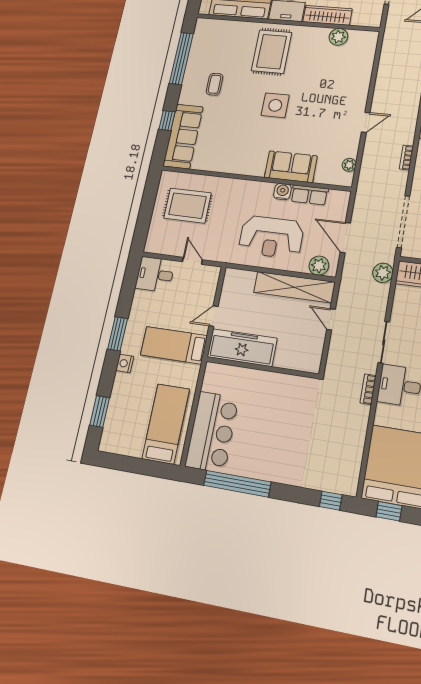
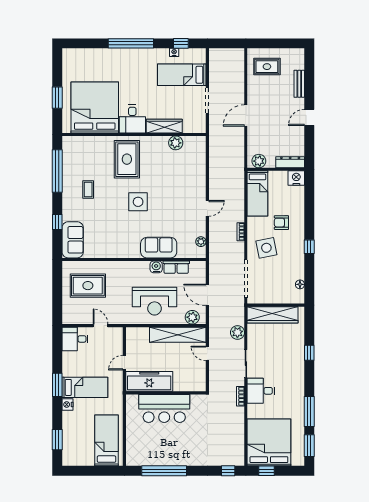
sofa: (183, 136) -> (73, 240), width x0.73
plant: (383, 273) -> (237, 332), moved
bed: (174, 345) -> (85, 387), moved, turned 180
bar counter: (212, 432) -> (164, 408), moved, turned 90

